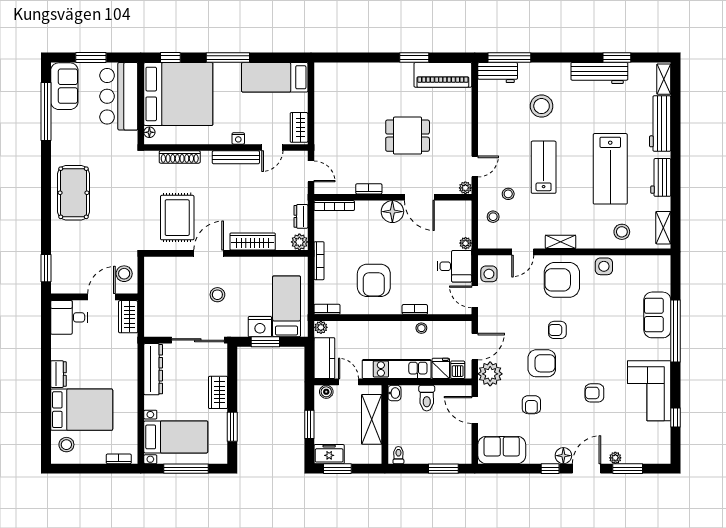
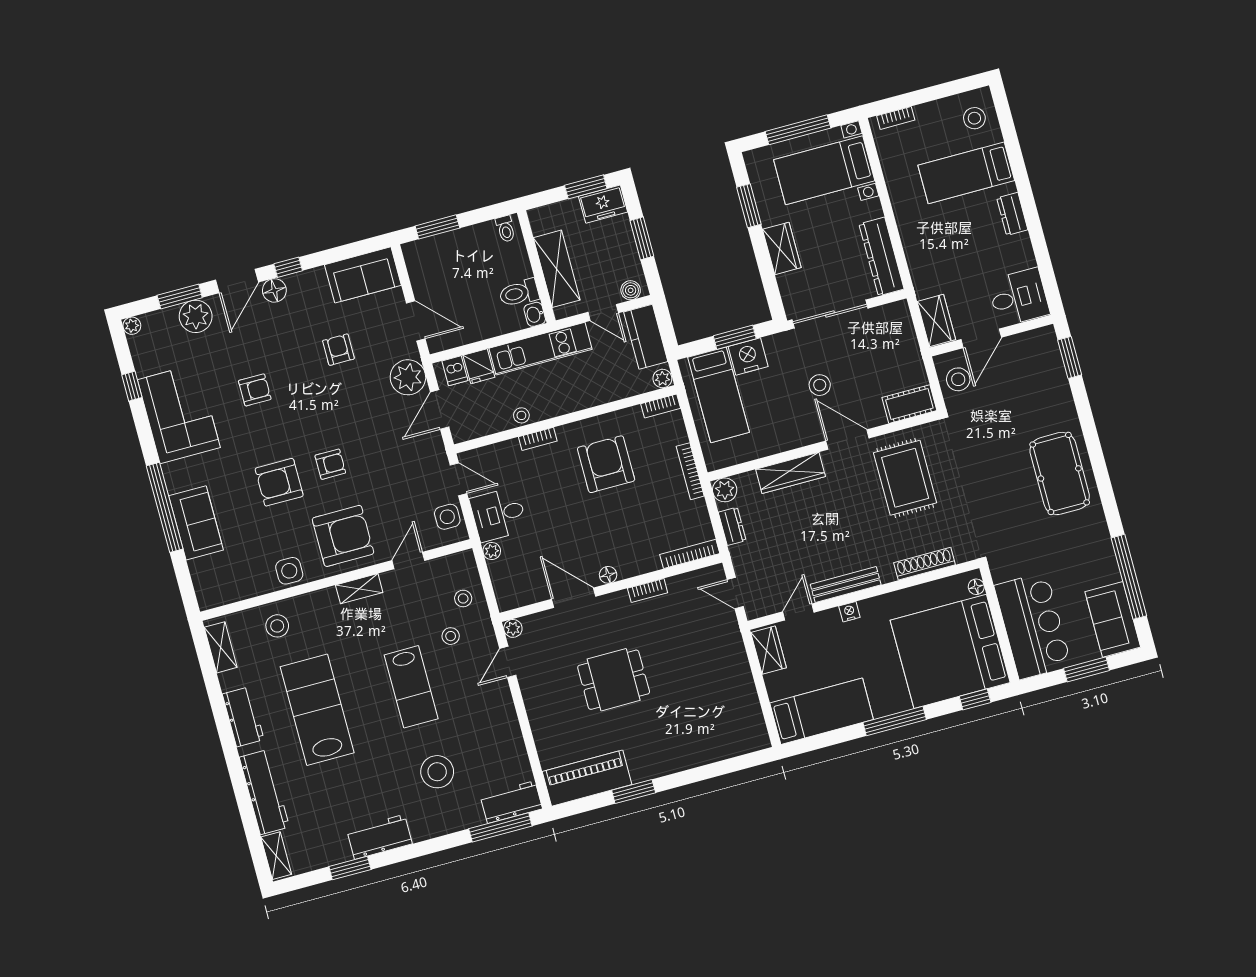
workbench: (599, 73) -> (379, 837), width x0.73
floor lamp: (392, 212) -> (608, 575), width x0.53, depth x0.53
door: (209, 253) -> (847, 440), swing flipped
cot: (161, 266) -> (909, 404), added
armchair: (542, 363) -> (279, 482), moved
toilet: (427, 398) -> (519, 293), moved, turned -90
bed: (82, 410) -> (966, 173), width x0.67
plant: (615, 458) -> (196, 316), width x1.88, depth x1.88
plant: (665, 458) -> (132, 326), added

